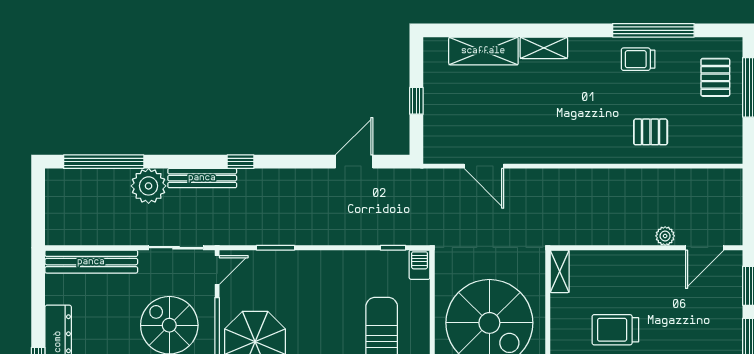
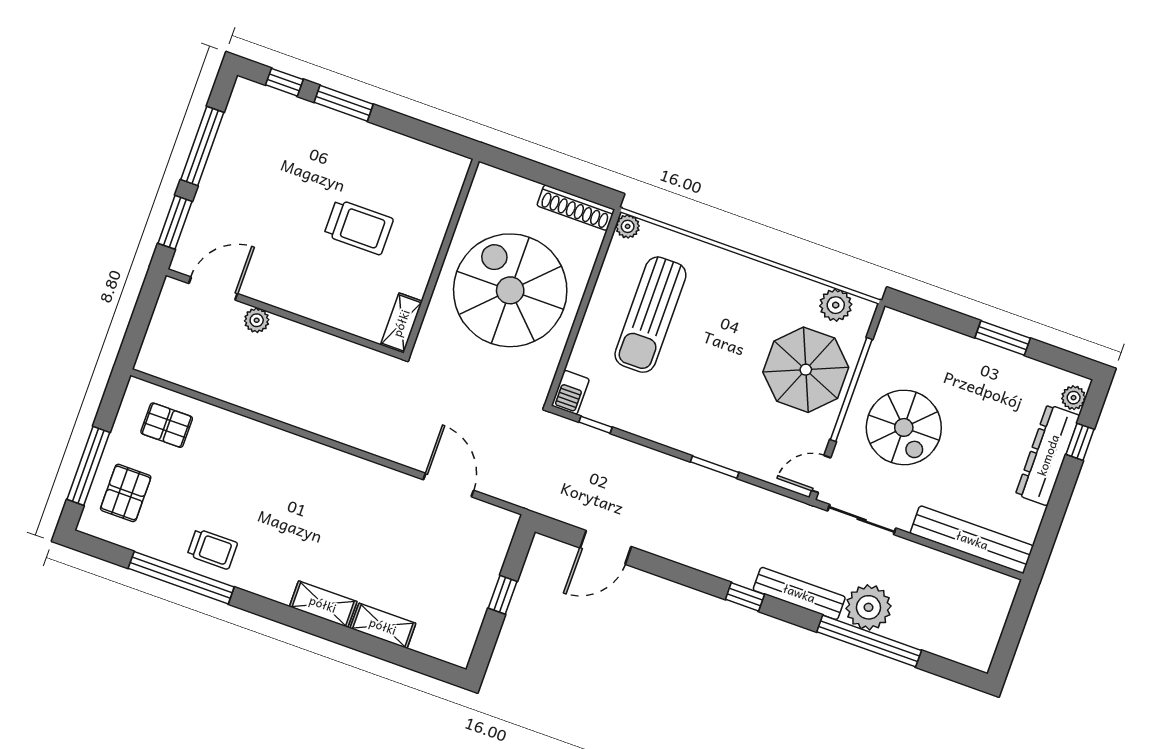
shelving: (483, 51) -> (383, 626), width x0.67, depth x0.75
pallet: (651, 132) -> (167, 425), moved
window: (104, 162) -> (869, 641), moved
window: (276, 248) -> (715, 467), moved

